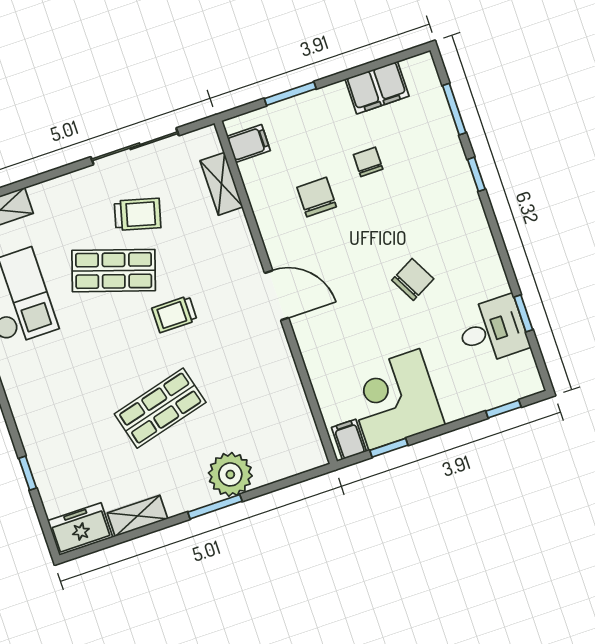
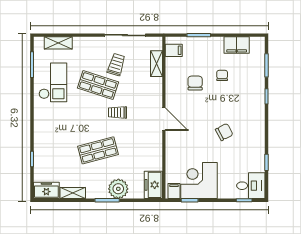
trolley: (138, 214) -> (116, 65), turned -88
desk: (492, 330) -> (251, 186), moved
freezer: (301, 441) -> (153, 185), added

